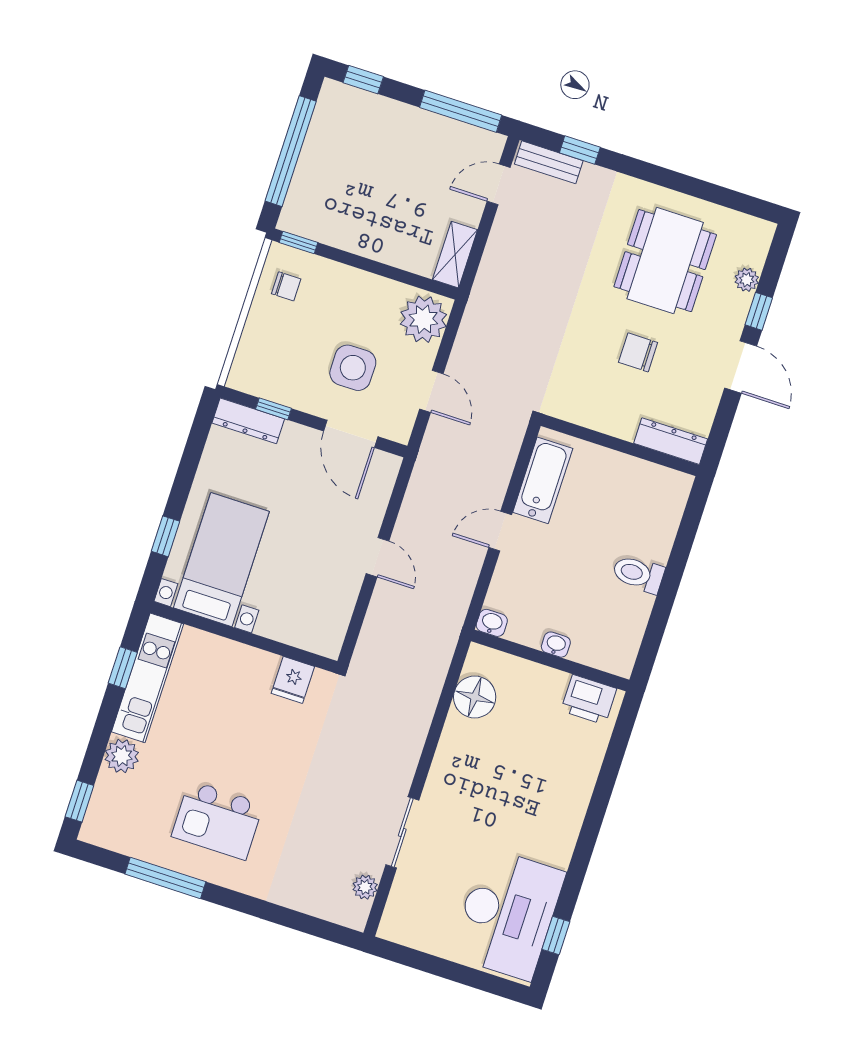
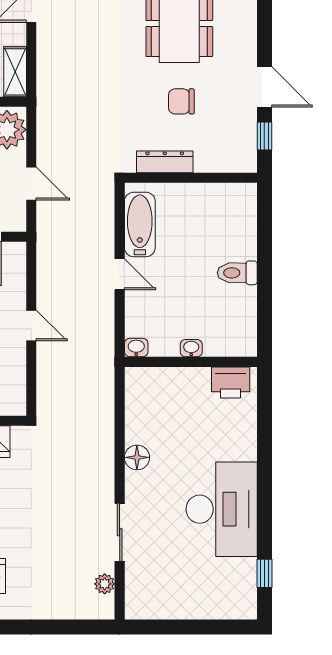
plant: (747, 280) -> (247, 18), removed
window: (759, 311) -> (264, 136), moved
dresser: (671, 441) -> (165, 162), moved
door: (500, 531) -> (120, 274), swing flipped
floor lamp: (475, 697) -> (137, 457), moved, width x0.73, depth x0.73
desk: (508, 914) -> (222, 509), moved

